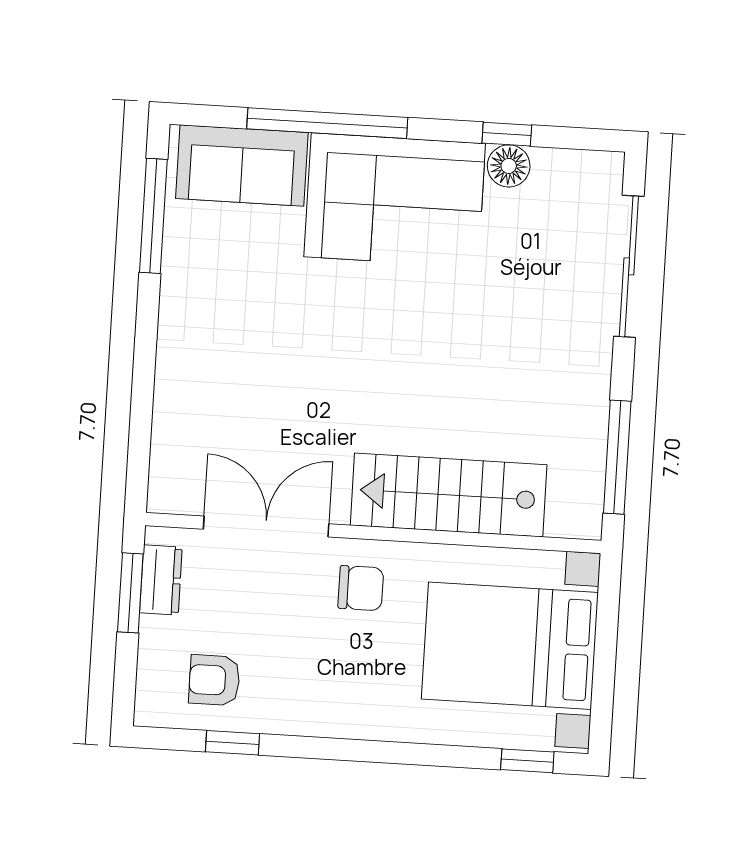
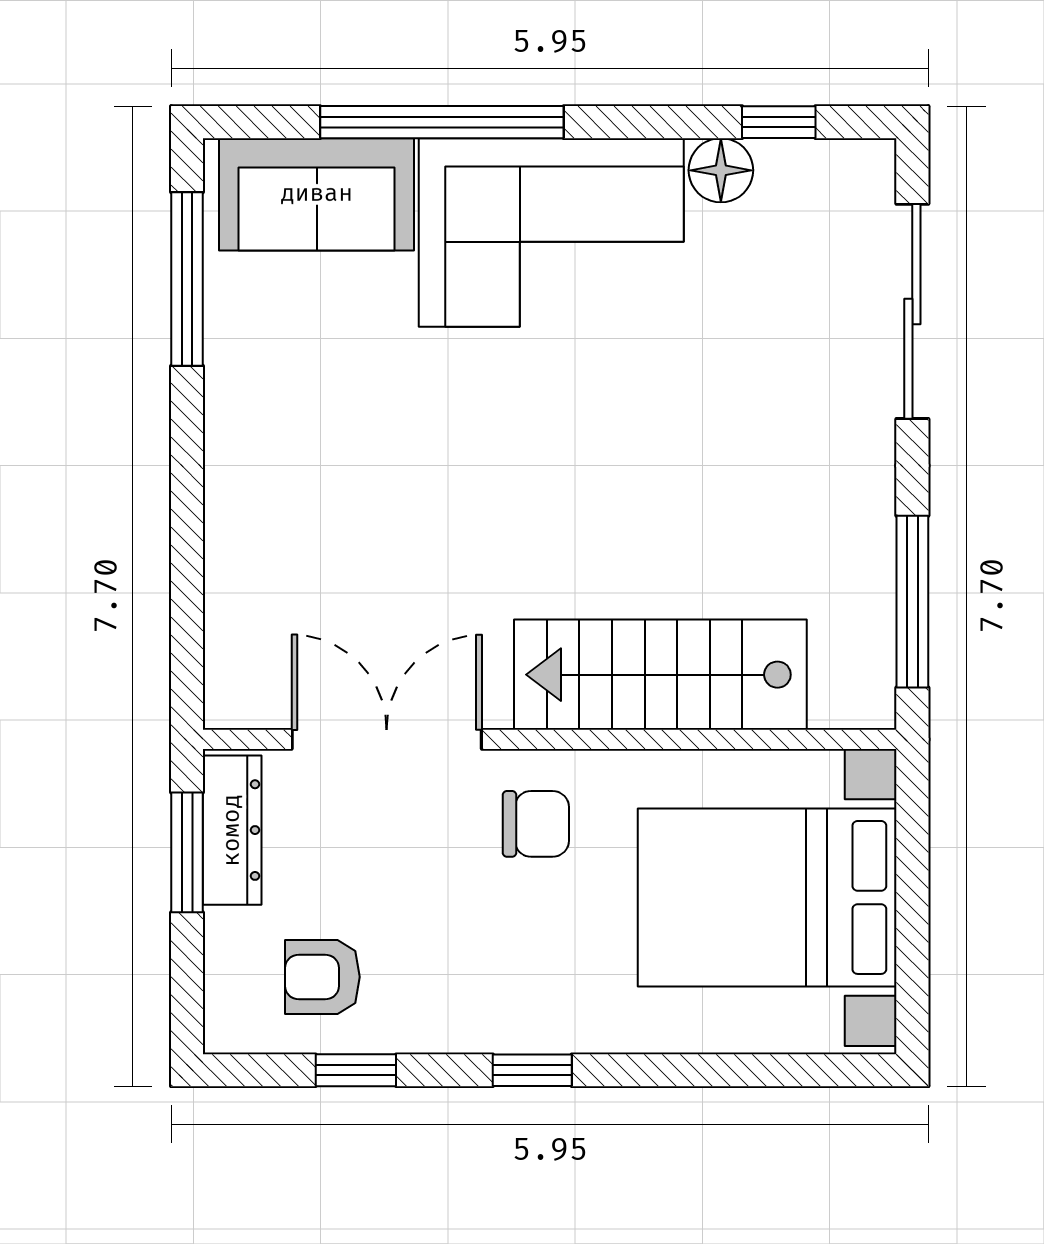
window: (507, 134) -> (779, 122), moved
dresser: (161, 580) -> (232, 830), width x1.44
window: (527, 761) -> (532, 1070), moved

